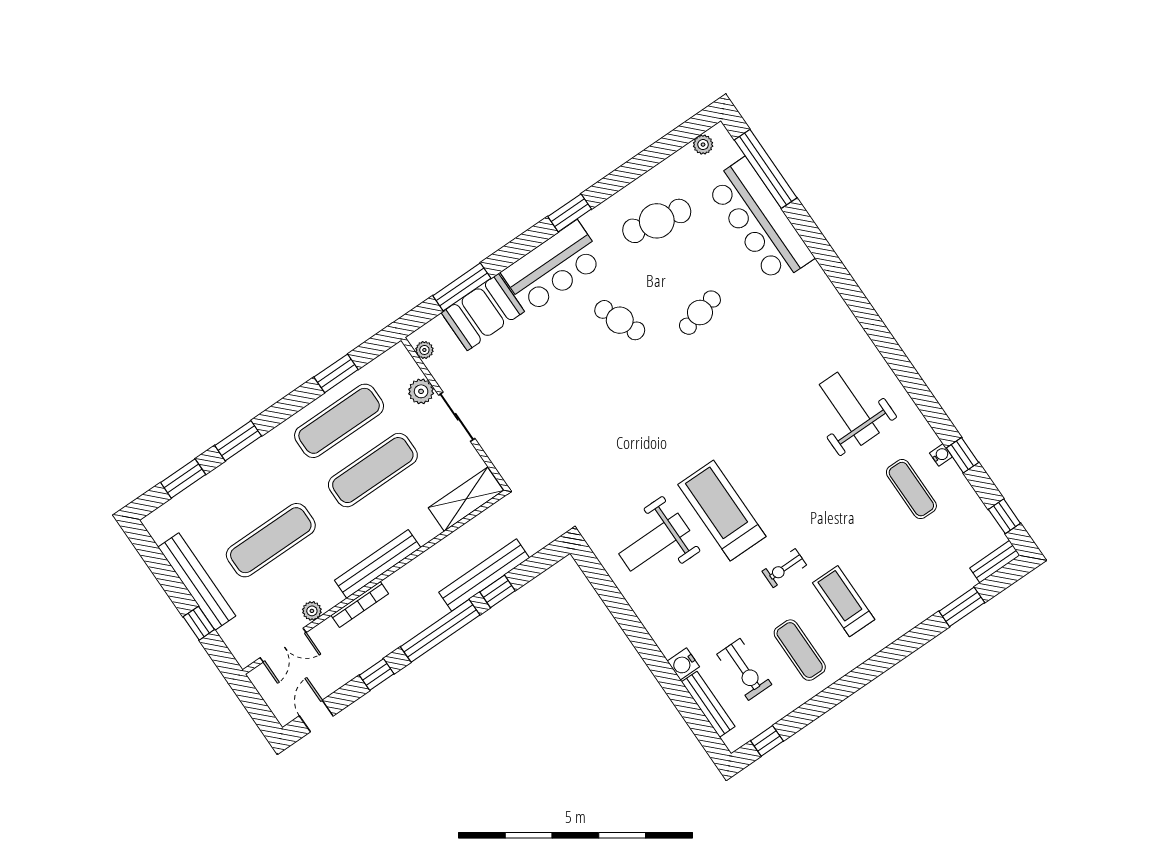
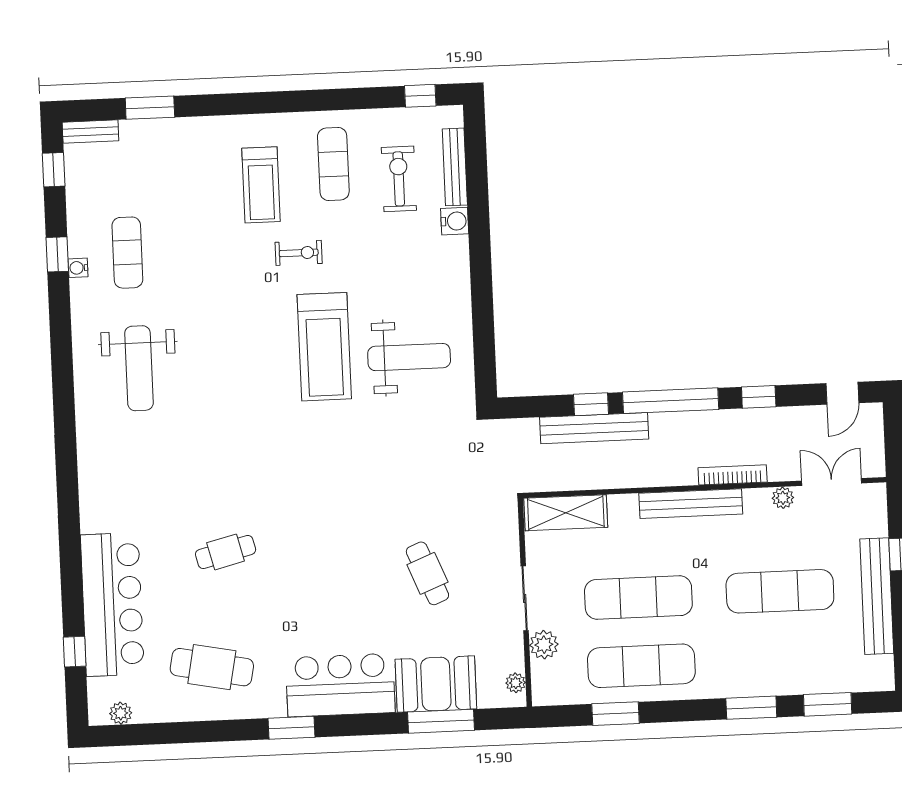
window: (766, 169) -> (75, 652), width x0.32
cafe table: (620, 320) -> (427, 573), moved

